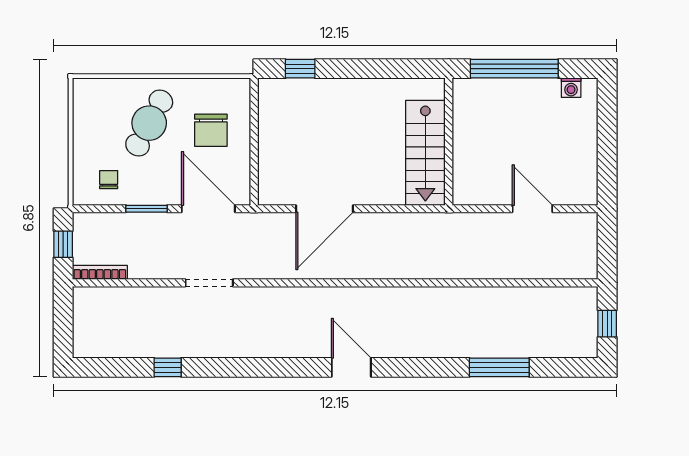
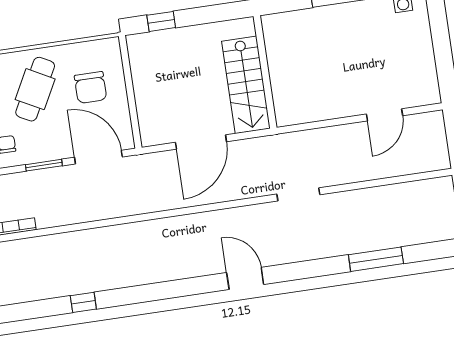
wall: (449, 142) -> (265, 72), moved
stairs: (425, 153) -> (246, 85), moved
door: (532, 209) -> (385, 115), swing flipped
doorway: (209, 283) -> (298, 194), moved

